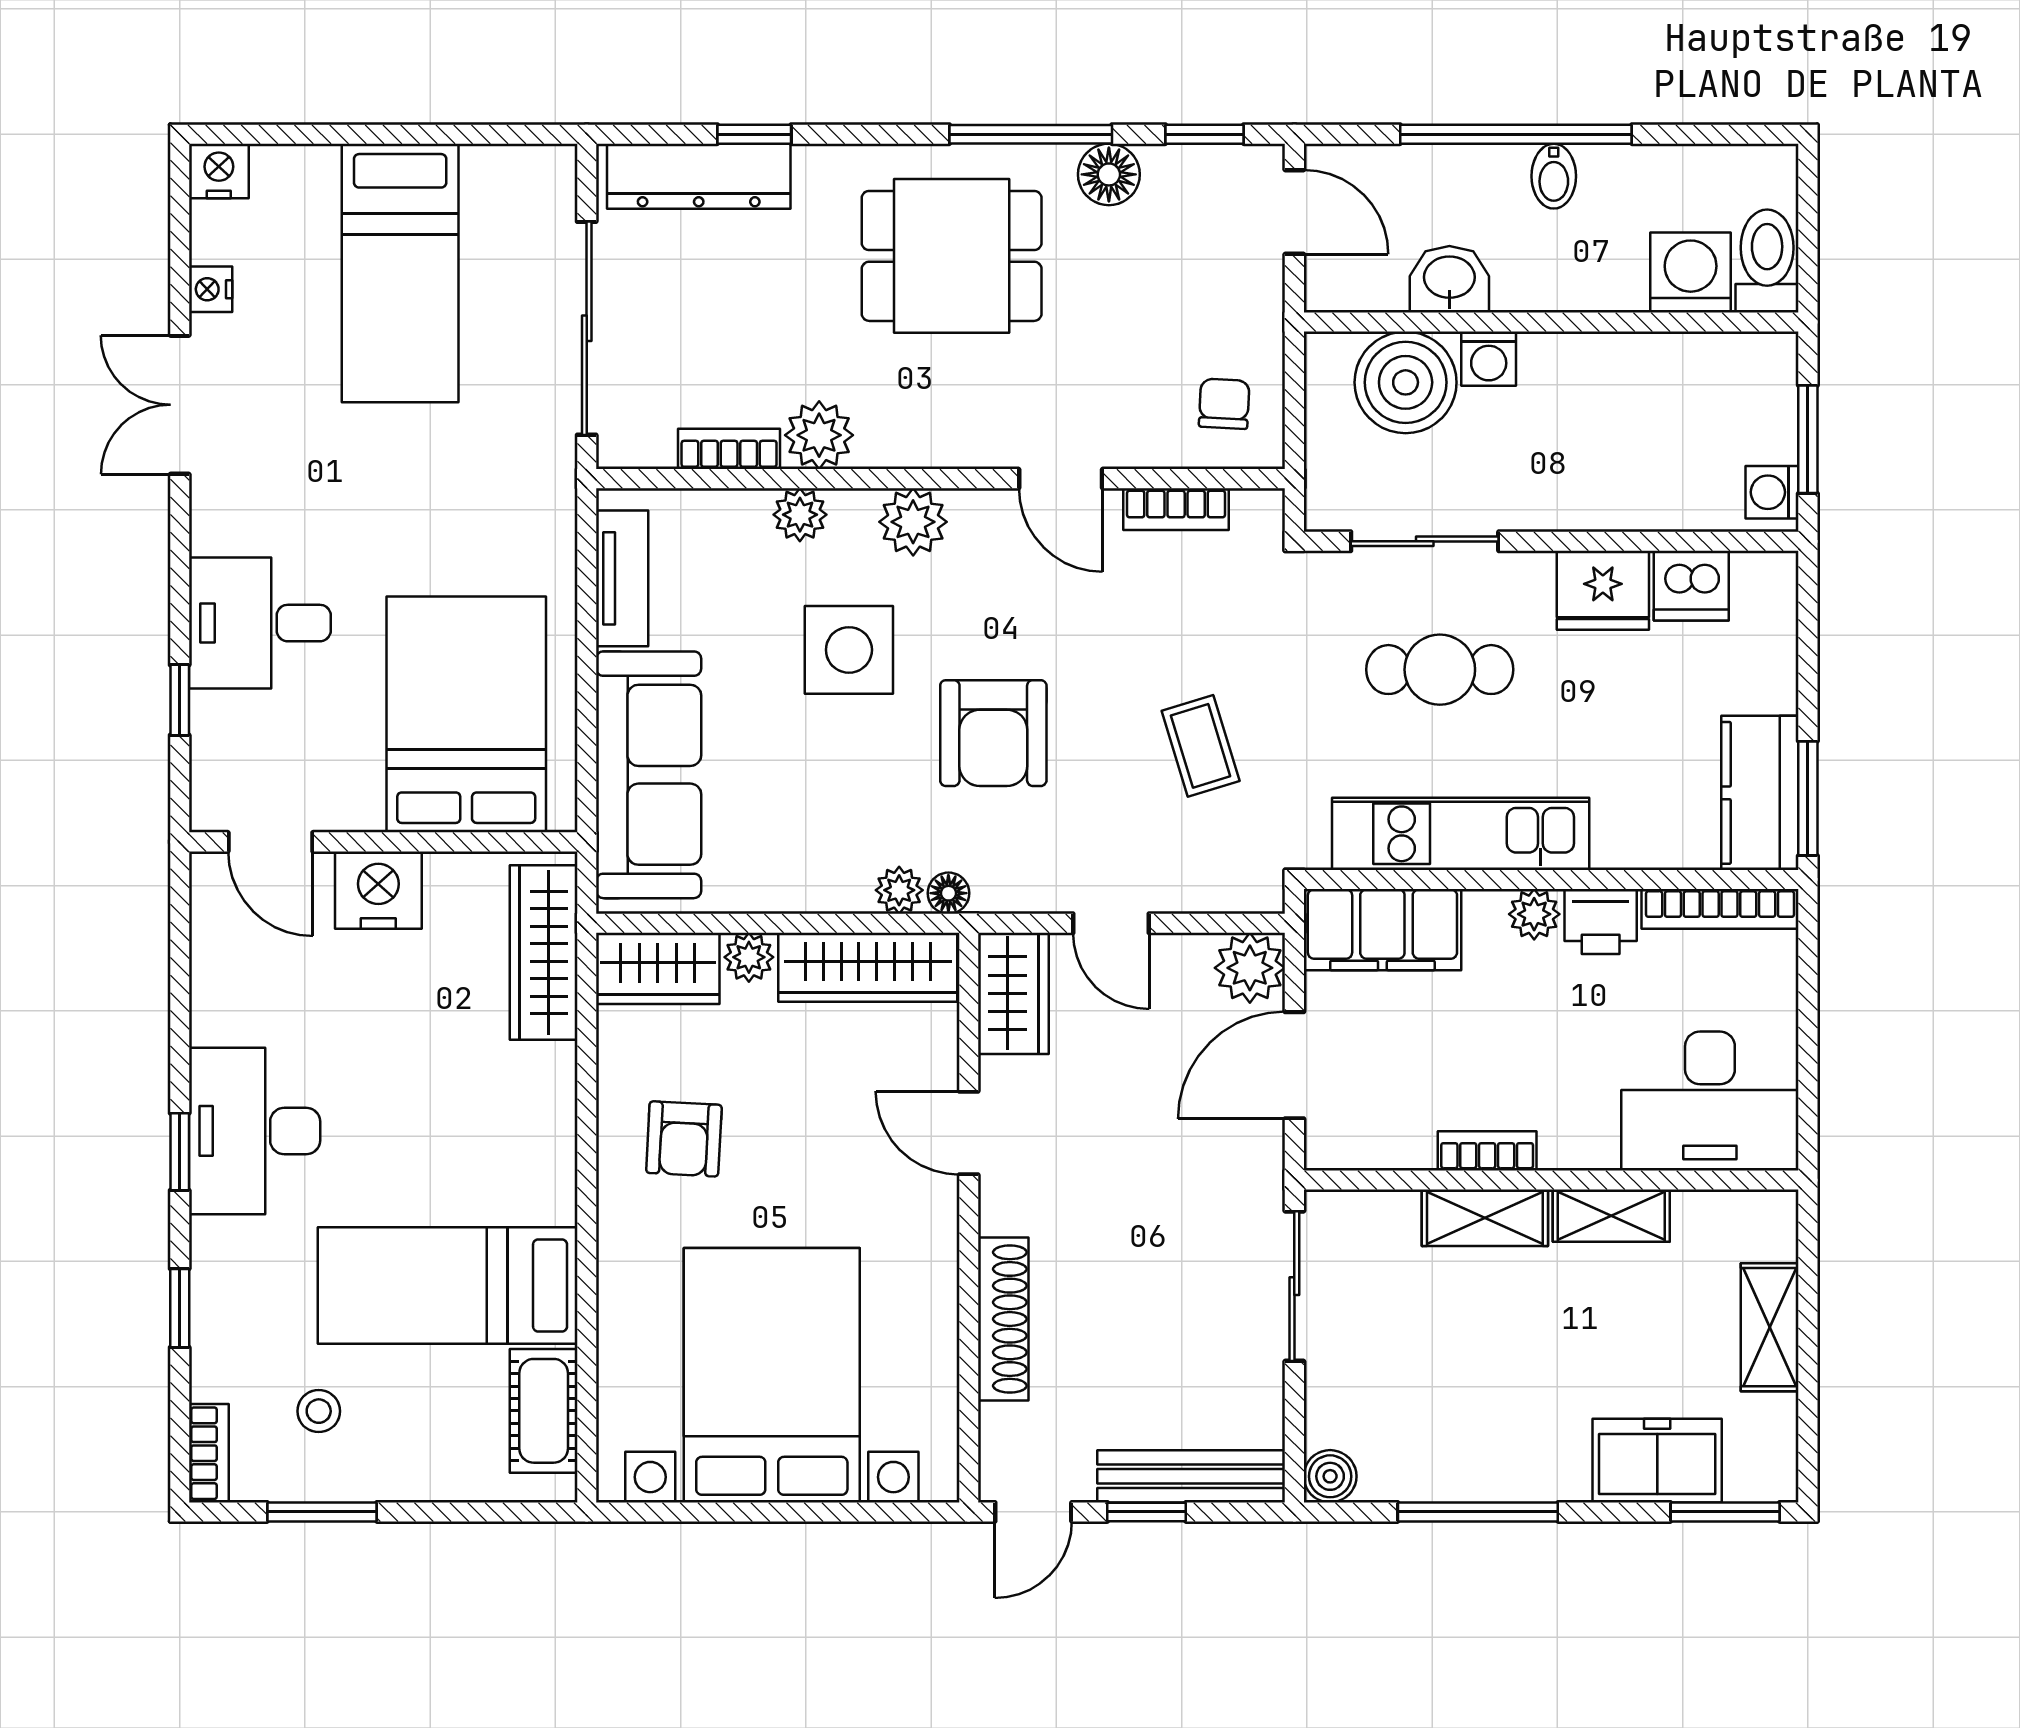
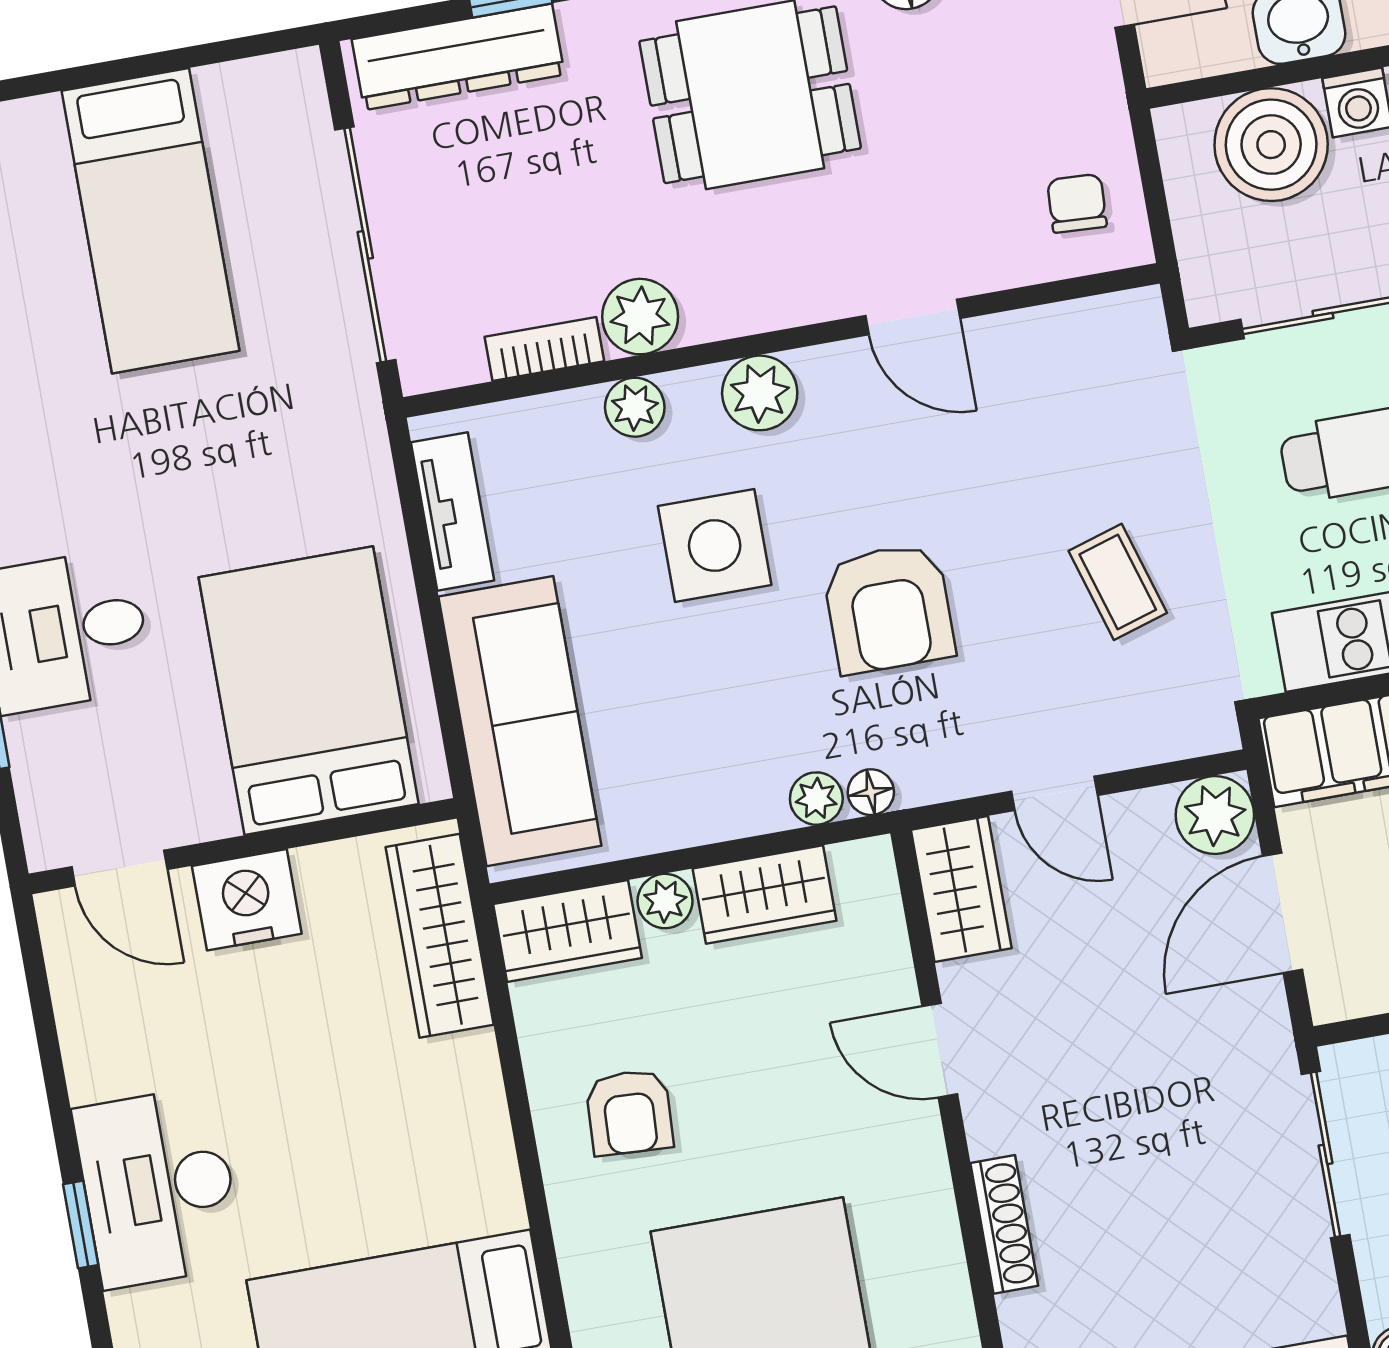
bookcase: (1176, 509) -> (1045, 328), removed
wardrobe: (868, 967) -> (764, 895), width x0.67
shoe rack: (1003, 1319) -> (1004, 1224), width x0.74, depth x0.81

